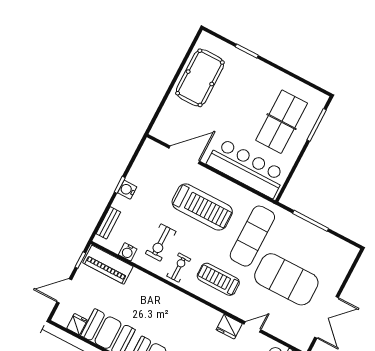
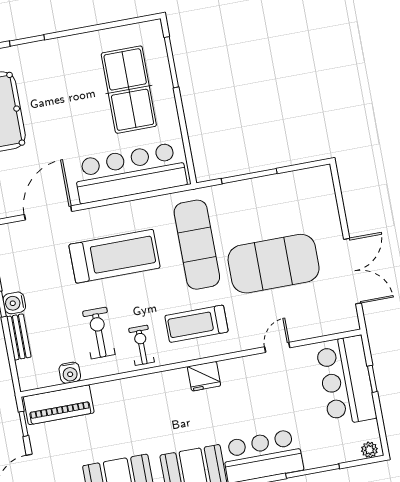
bench: (108, 223) -> (19, 337), moved
exercise bike: (161, 242) -> (99, 333), turned 180
fridge: (229, 327) -> (204, 376), moved

